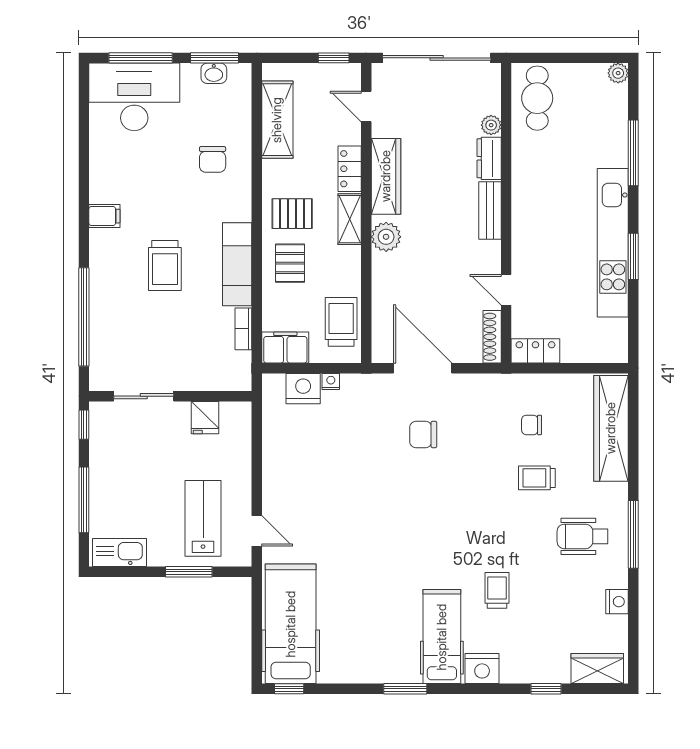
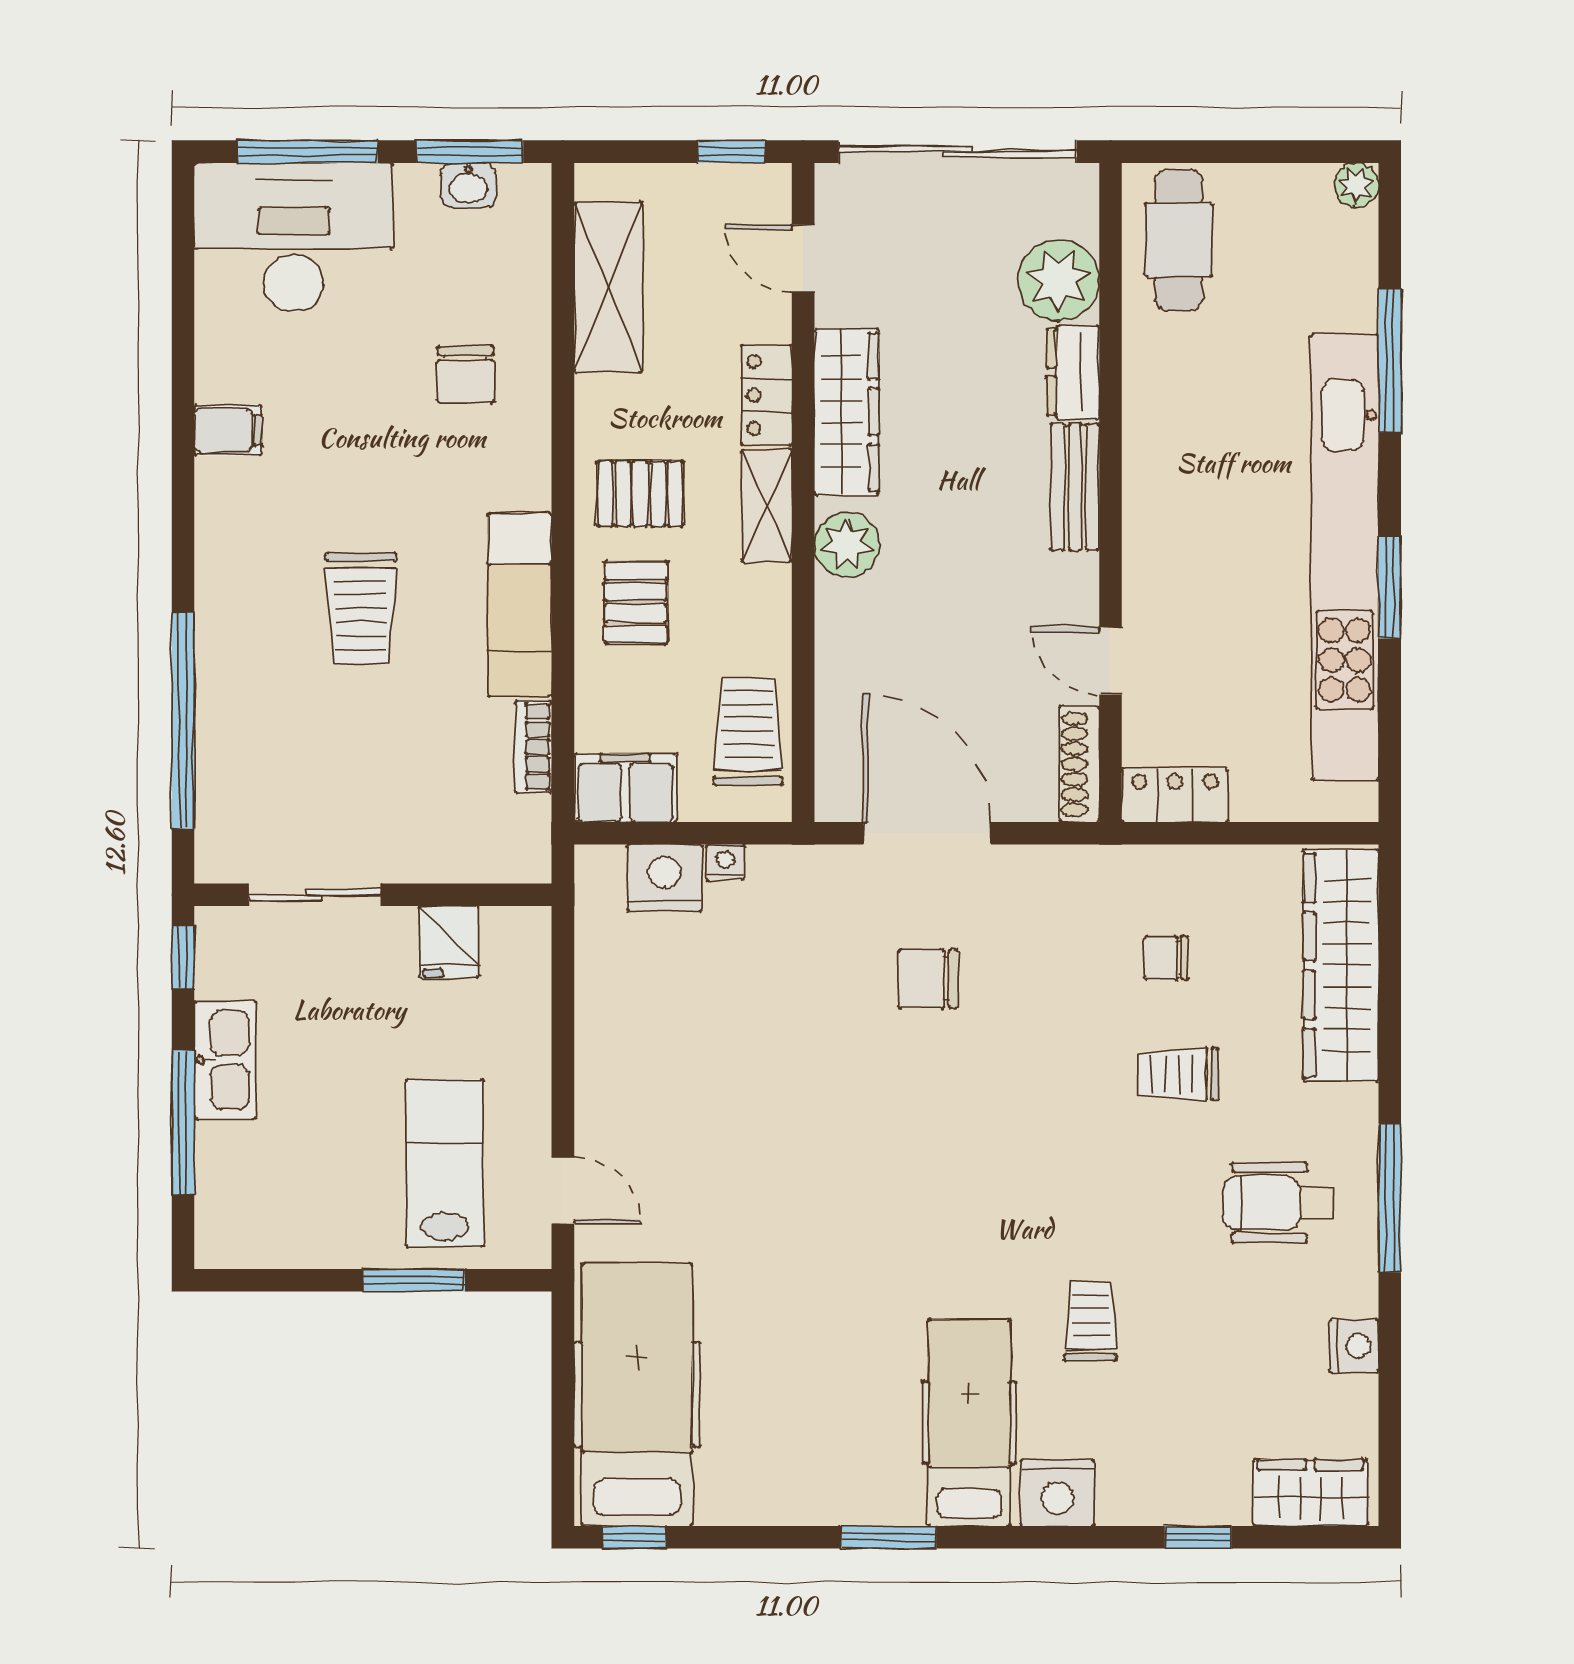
plant: (491, 125) -> (1058, 280), width x1.87, depth x1.87
filing cabinet: (104, 216) -> (228, 430), moved
kitchen unit: (613, 243) -> (1345, 557), width x1.36
kitchen sink: (120, 552) -> (225, 1060), moved, turned 90

